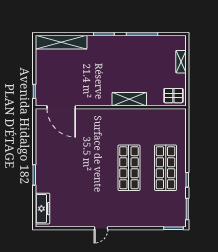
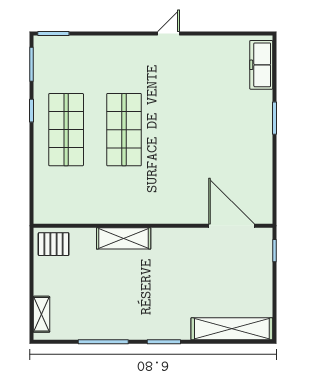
shelving: (181, 62) -> (41, 314), moved

